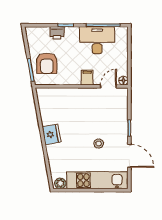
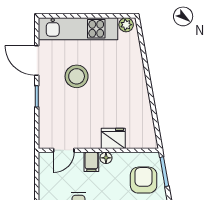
floor lamp: (123, 81) -> (106, 158), moved
fridge: (51, 134) -> (113, 138), moved, turned 100
stool: (99, 144) -> (77, 76), width x1.89, depth x1.89

